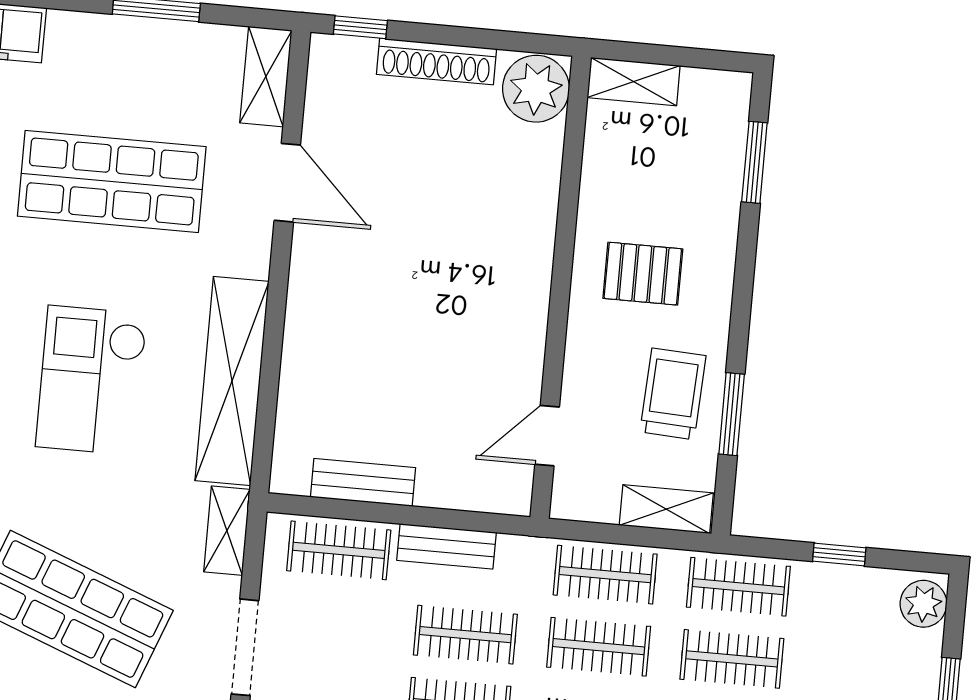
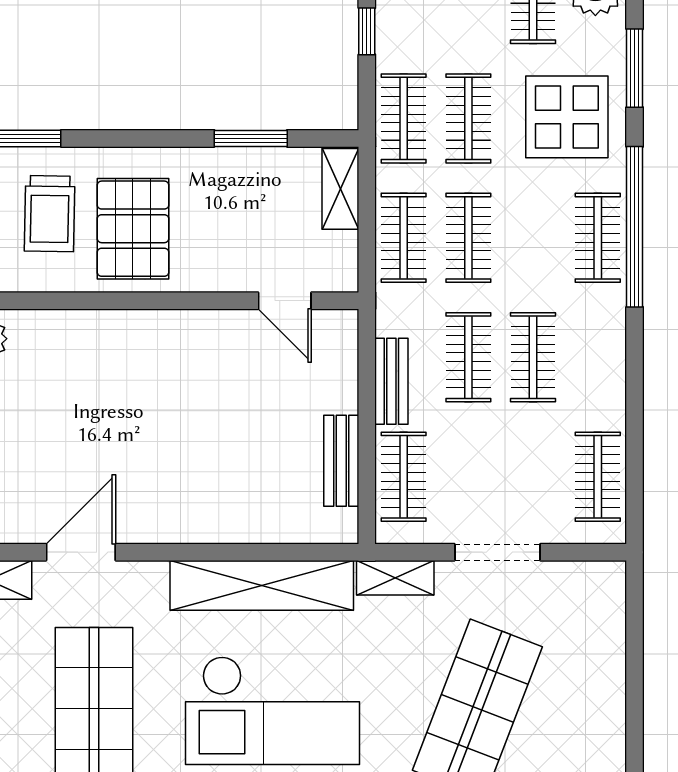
pallet: (643, 274) -> (133, 229), width x1.50, depth x1.42
checkout: (91, 380) -> (272, 710), width x1.36, depth x1.21
trolley: (673, 394) -> (50, 214), moved, turned -92

